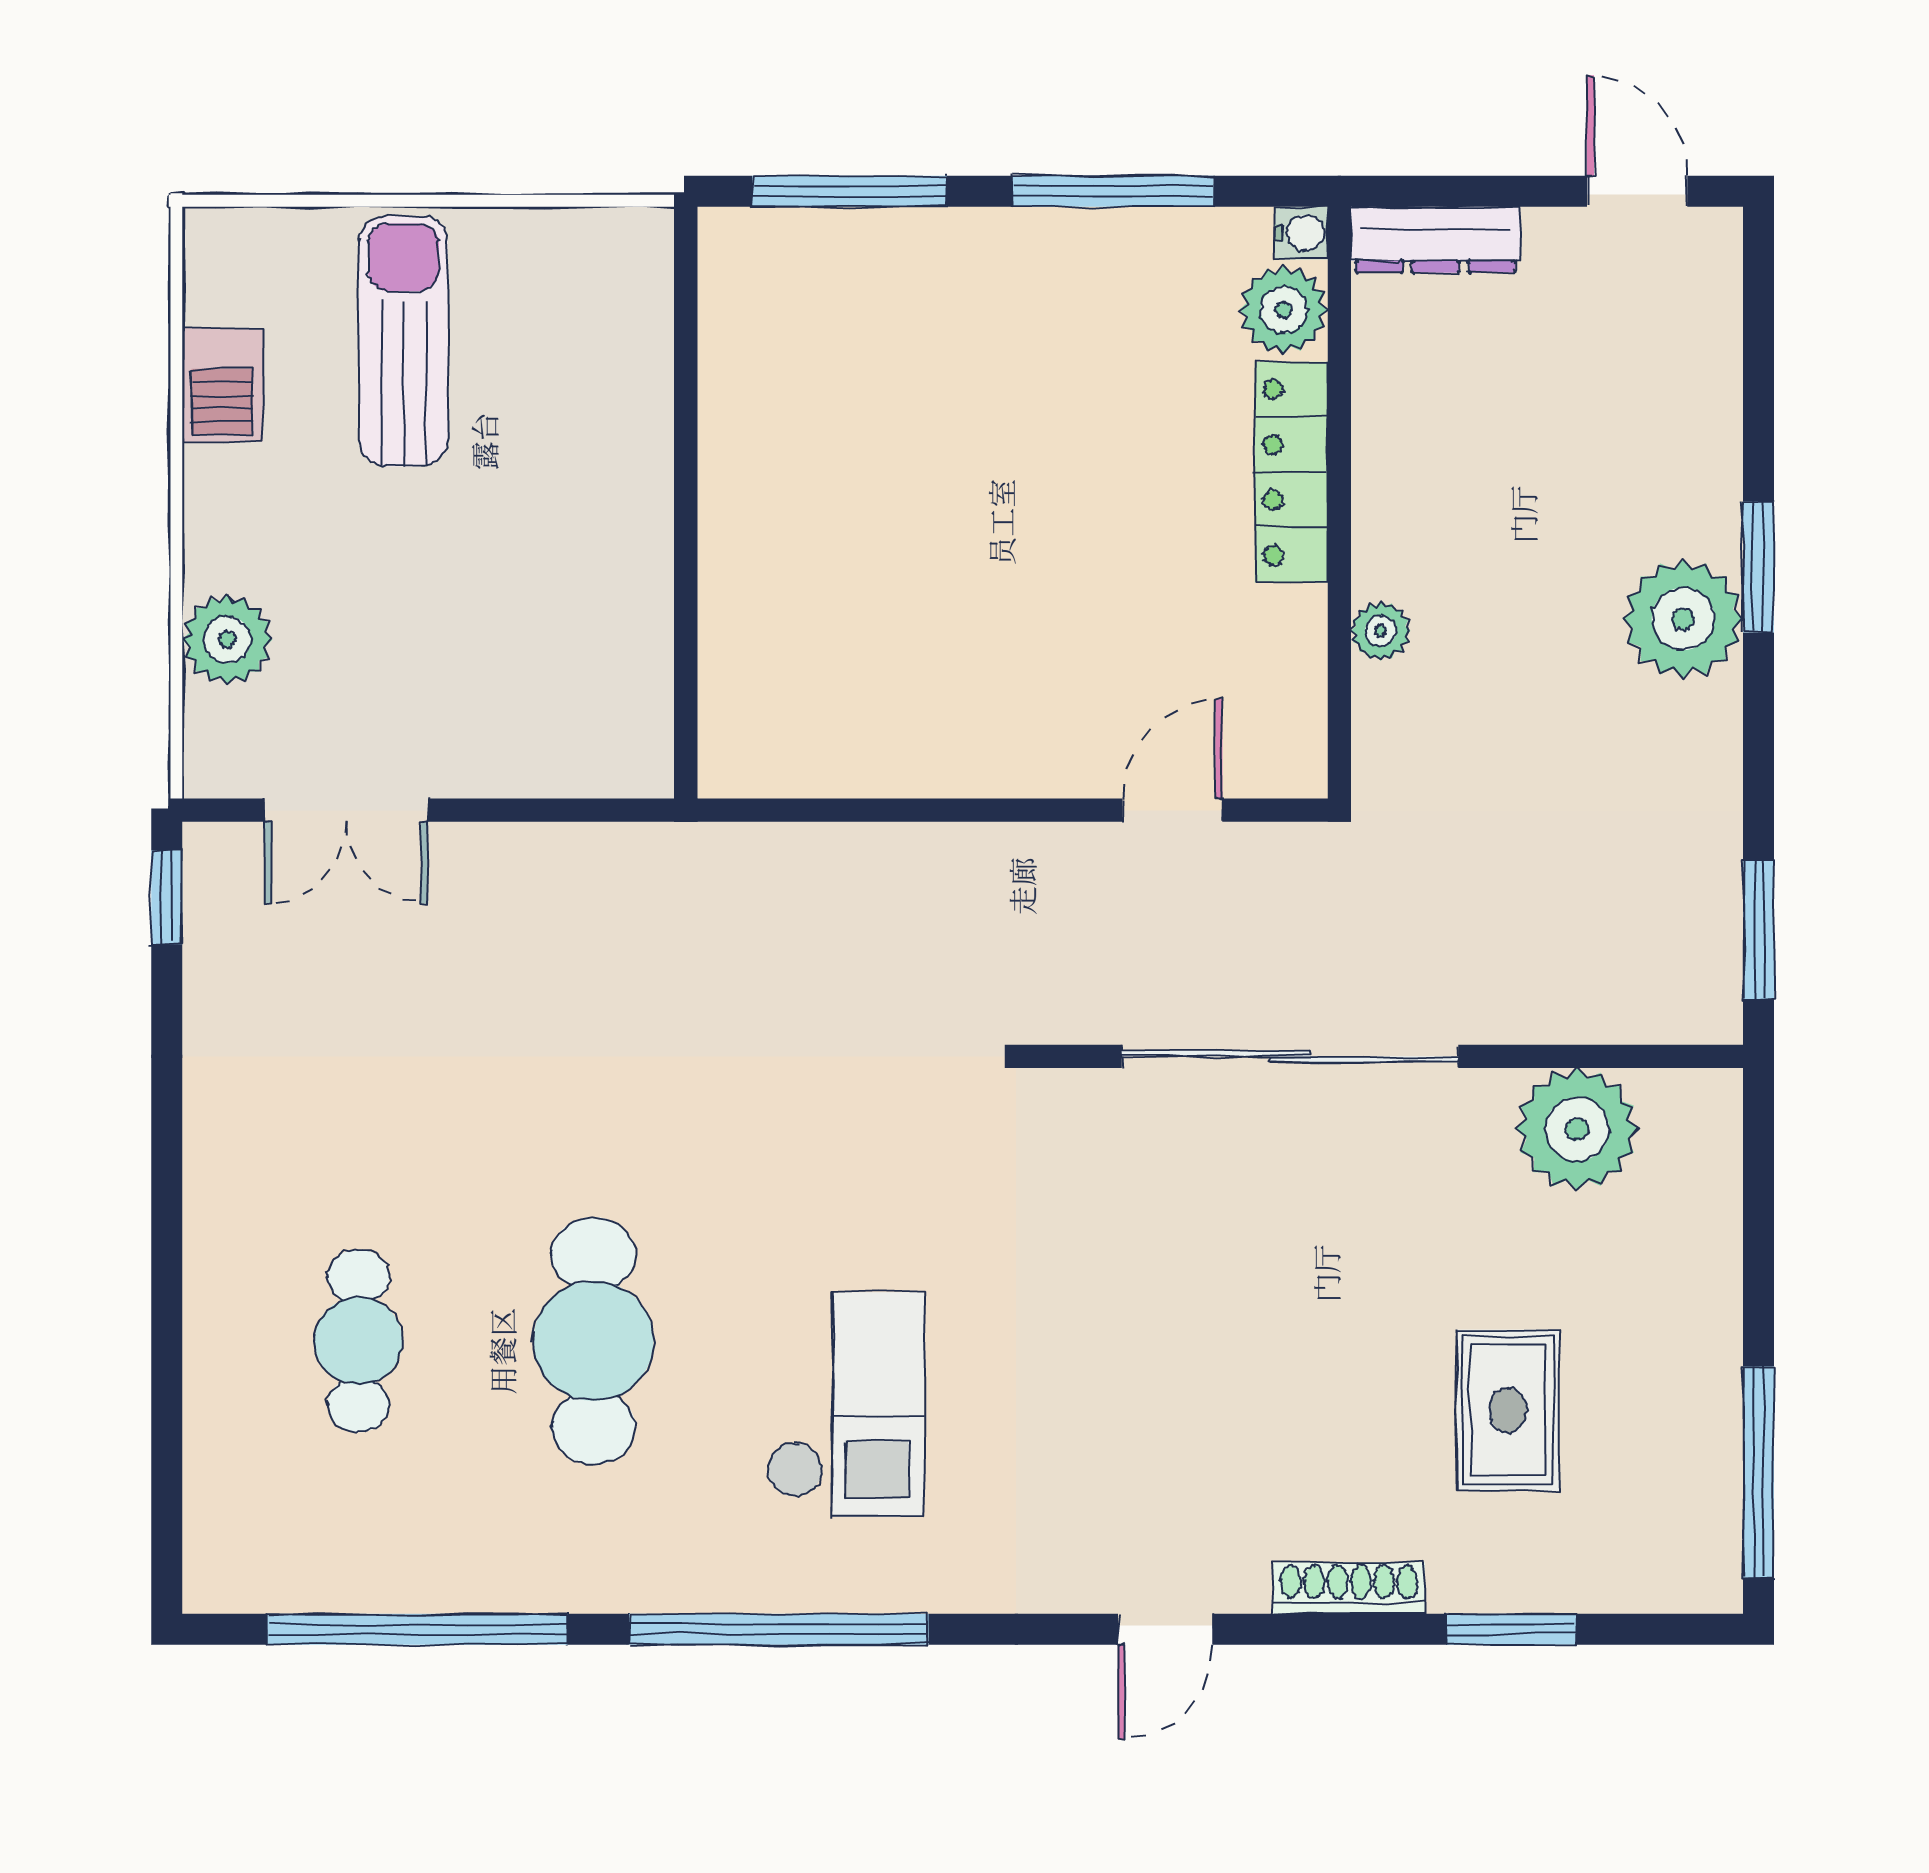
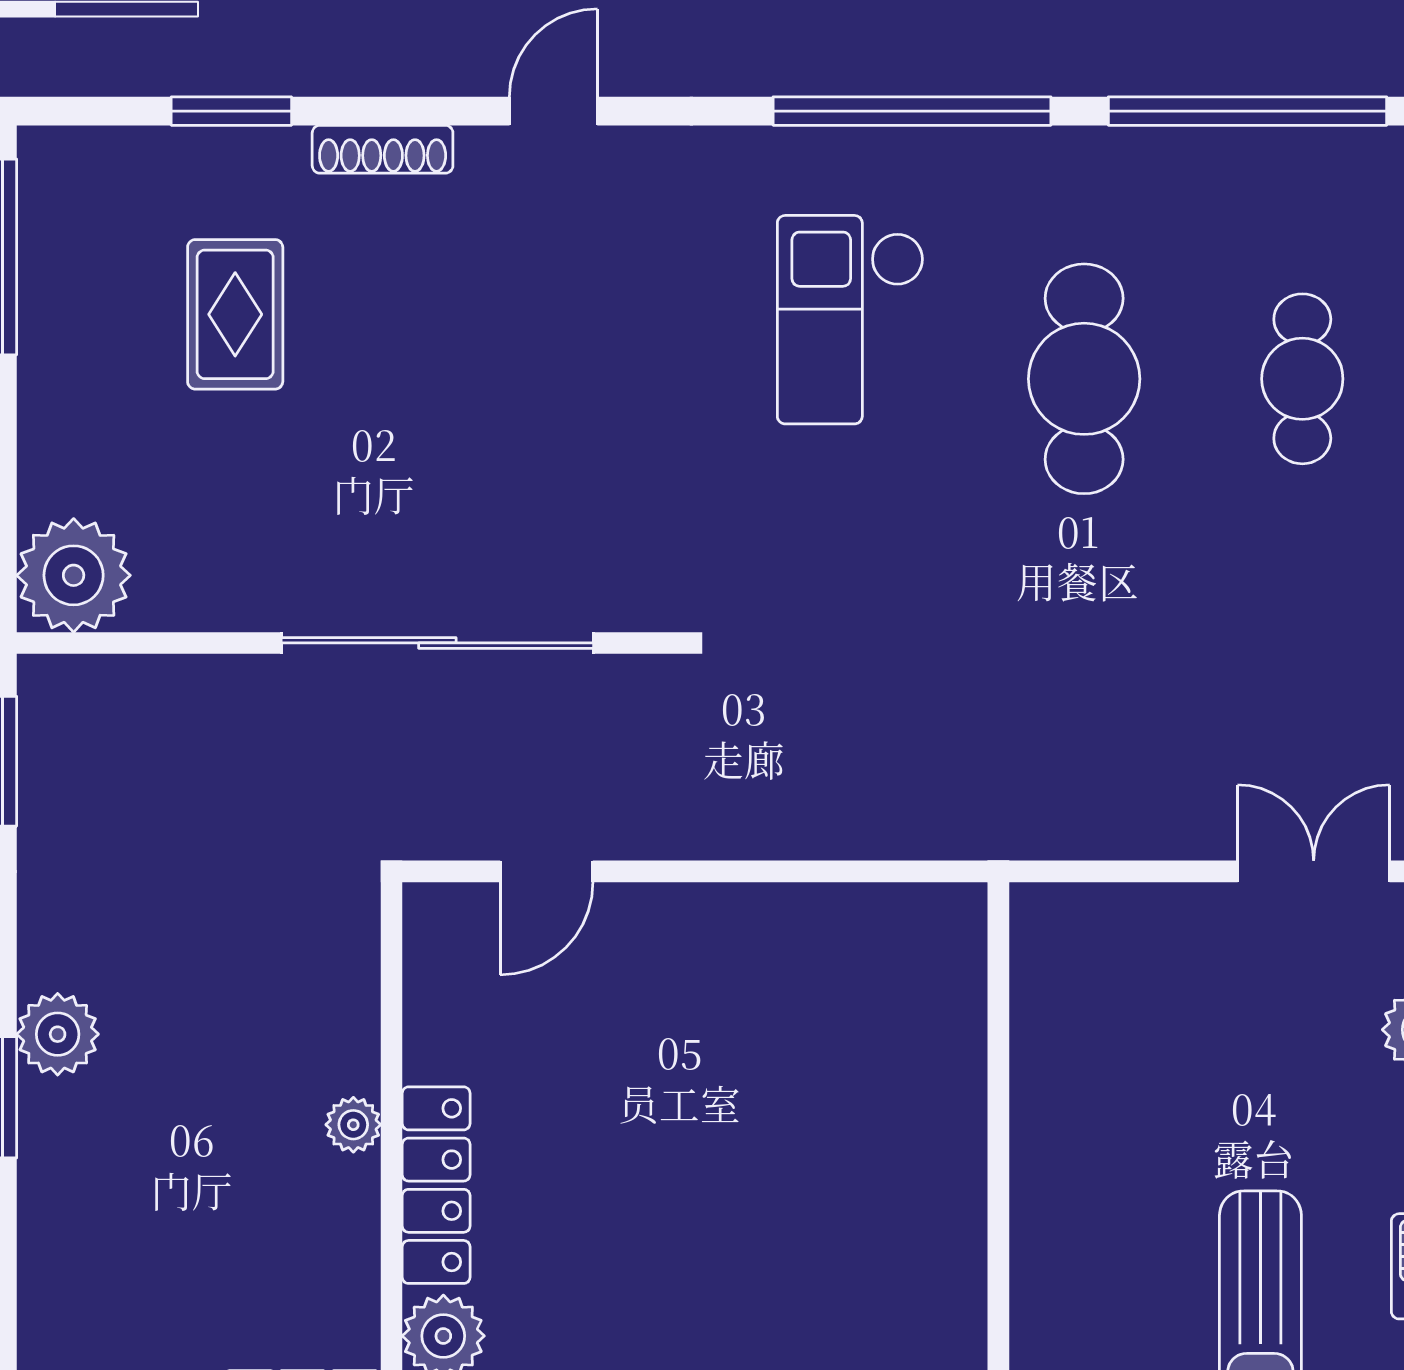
plant: (1683, 619) -> (58, 1034), width x0.73, depth x0.73
plant: (1381, 631) -> (353, 1125), moved
plant: (1577, 1129) -> (74, 575), moved

